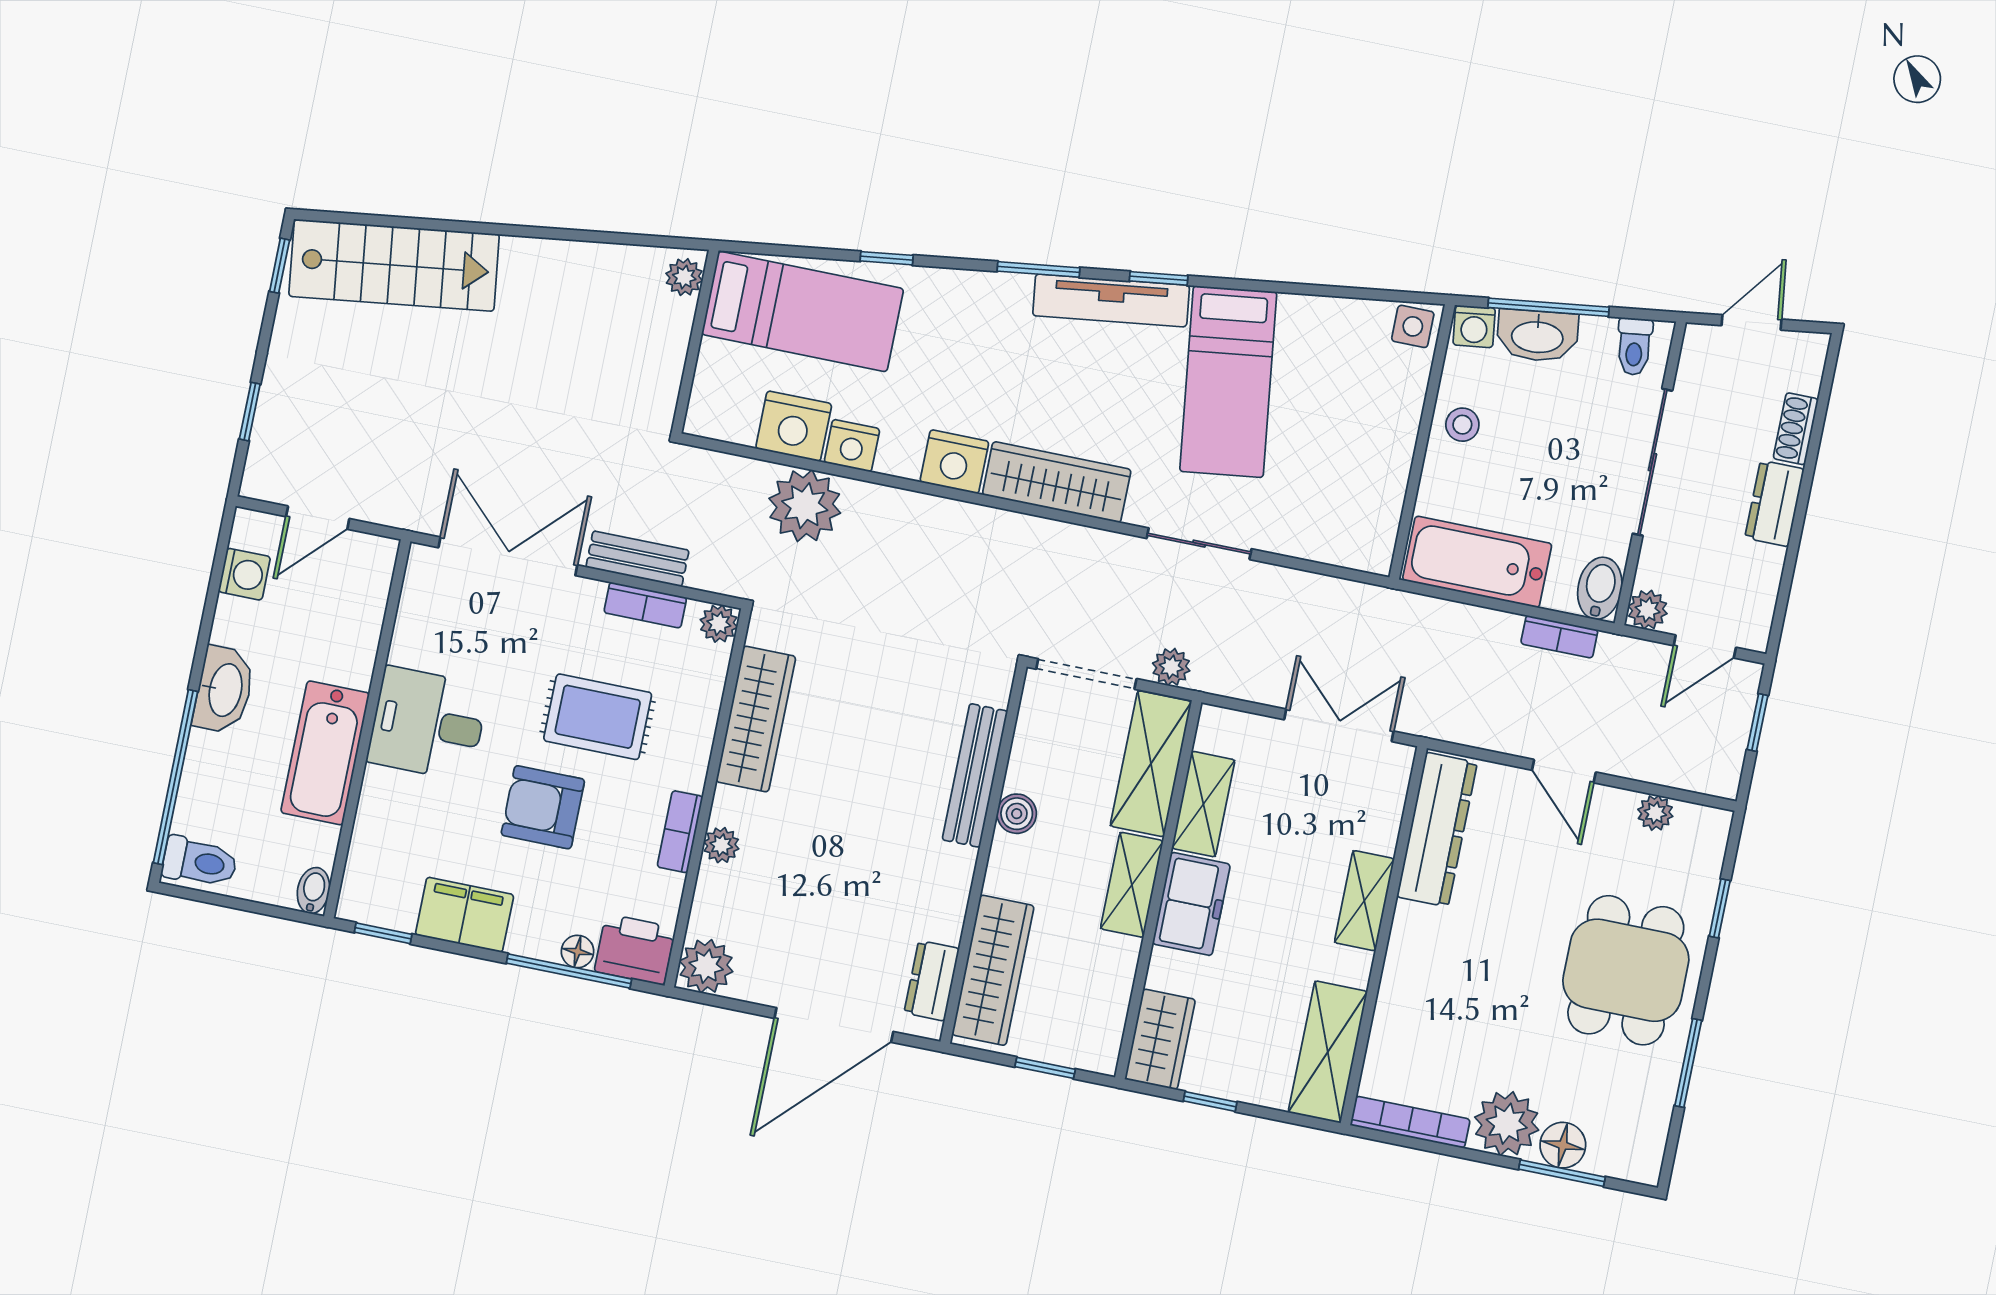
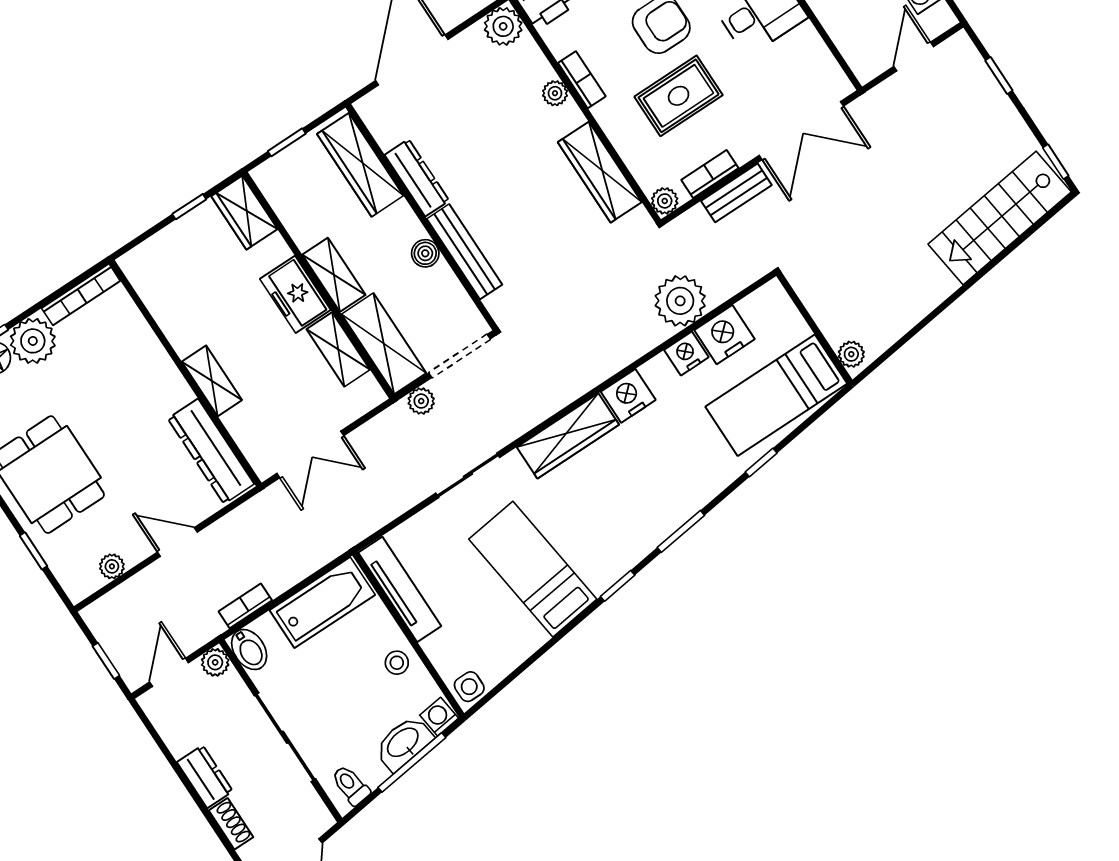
tv unit: (1111, 300) -> (400, 589), moved, turned 97
dresser: (932, 981) -> (417, 178), moved, width x1.44
shelving: (1328, 1052) -> (156, 289), removed

